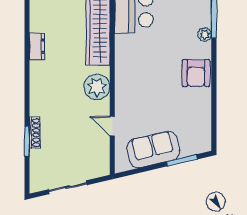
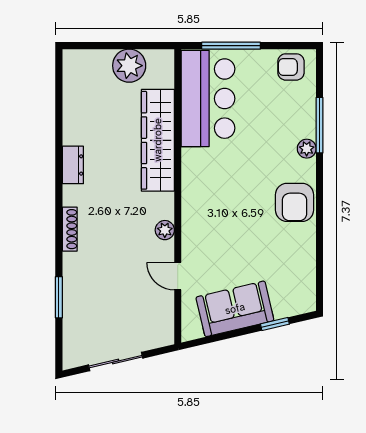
plant: (97, 87) -> (165, 230), width x0.53, depth x0.53
shoe rack: (35, 133) -> (70, 229), moved
window: (182, 160) -> (275, 324), width x0.67

